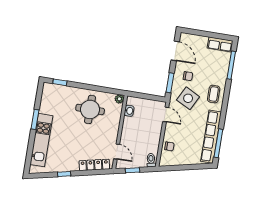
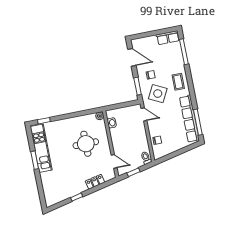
round table: (90, 109) -> (86, 144), moved
kitchen unit: (41, 140) -> (41, 148), moved
locker: (94, 165) -> (95, 182), width x0.66

